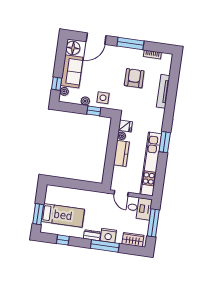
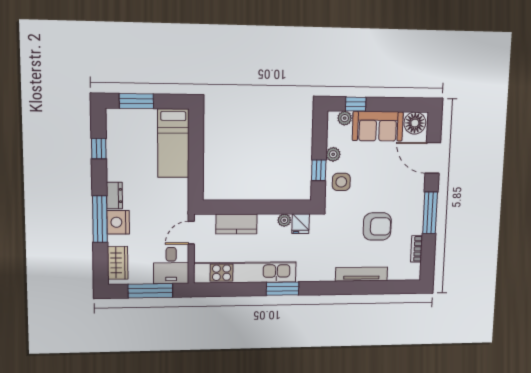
kitchen counter: (121, 153) -> (236, 224), moved
bed: (63, 215) -> (173, 143), moved

